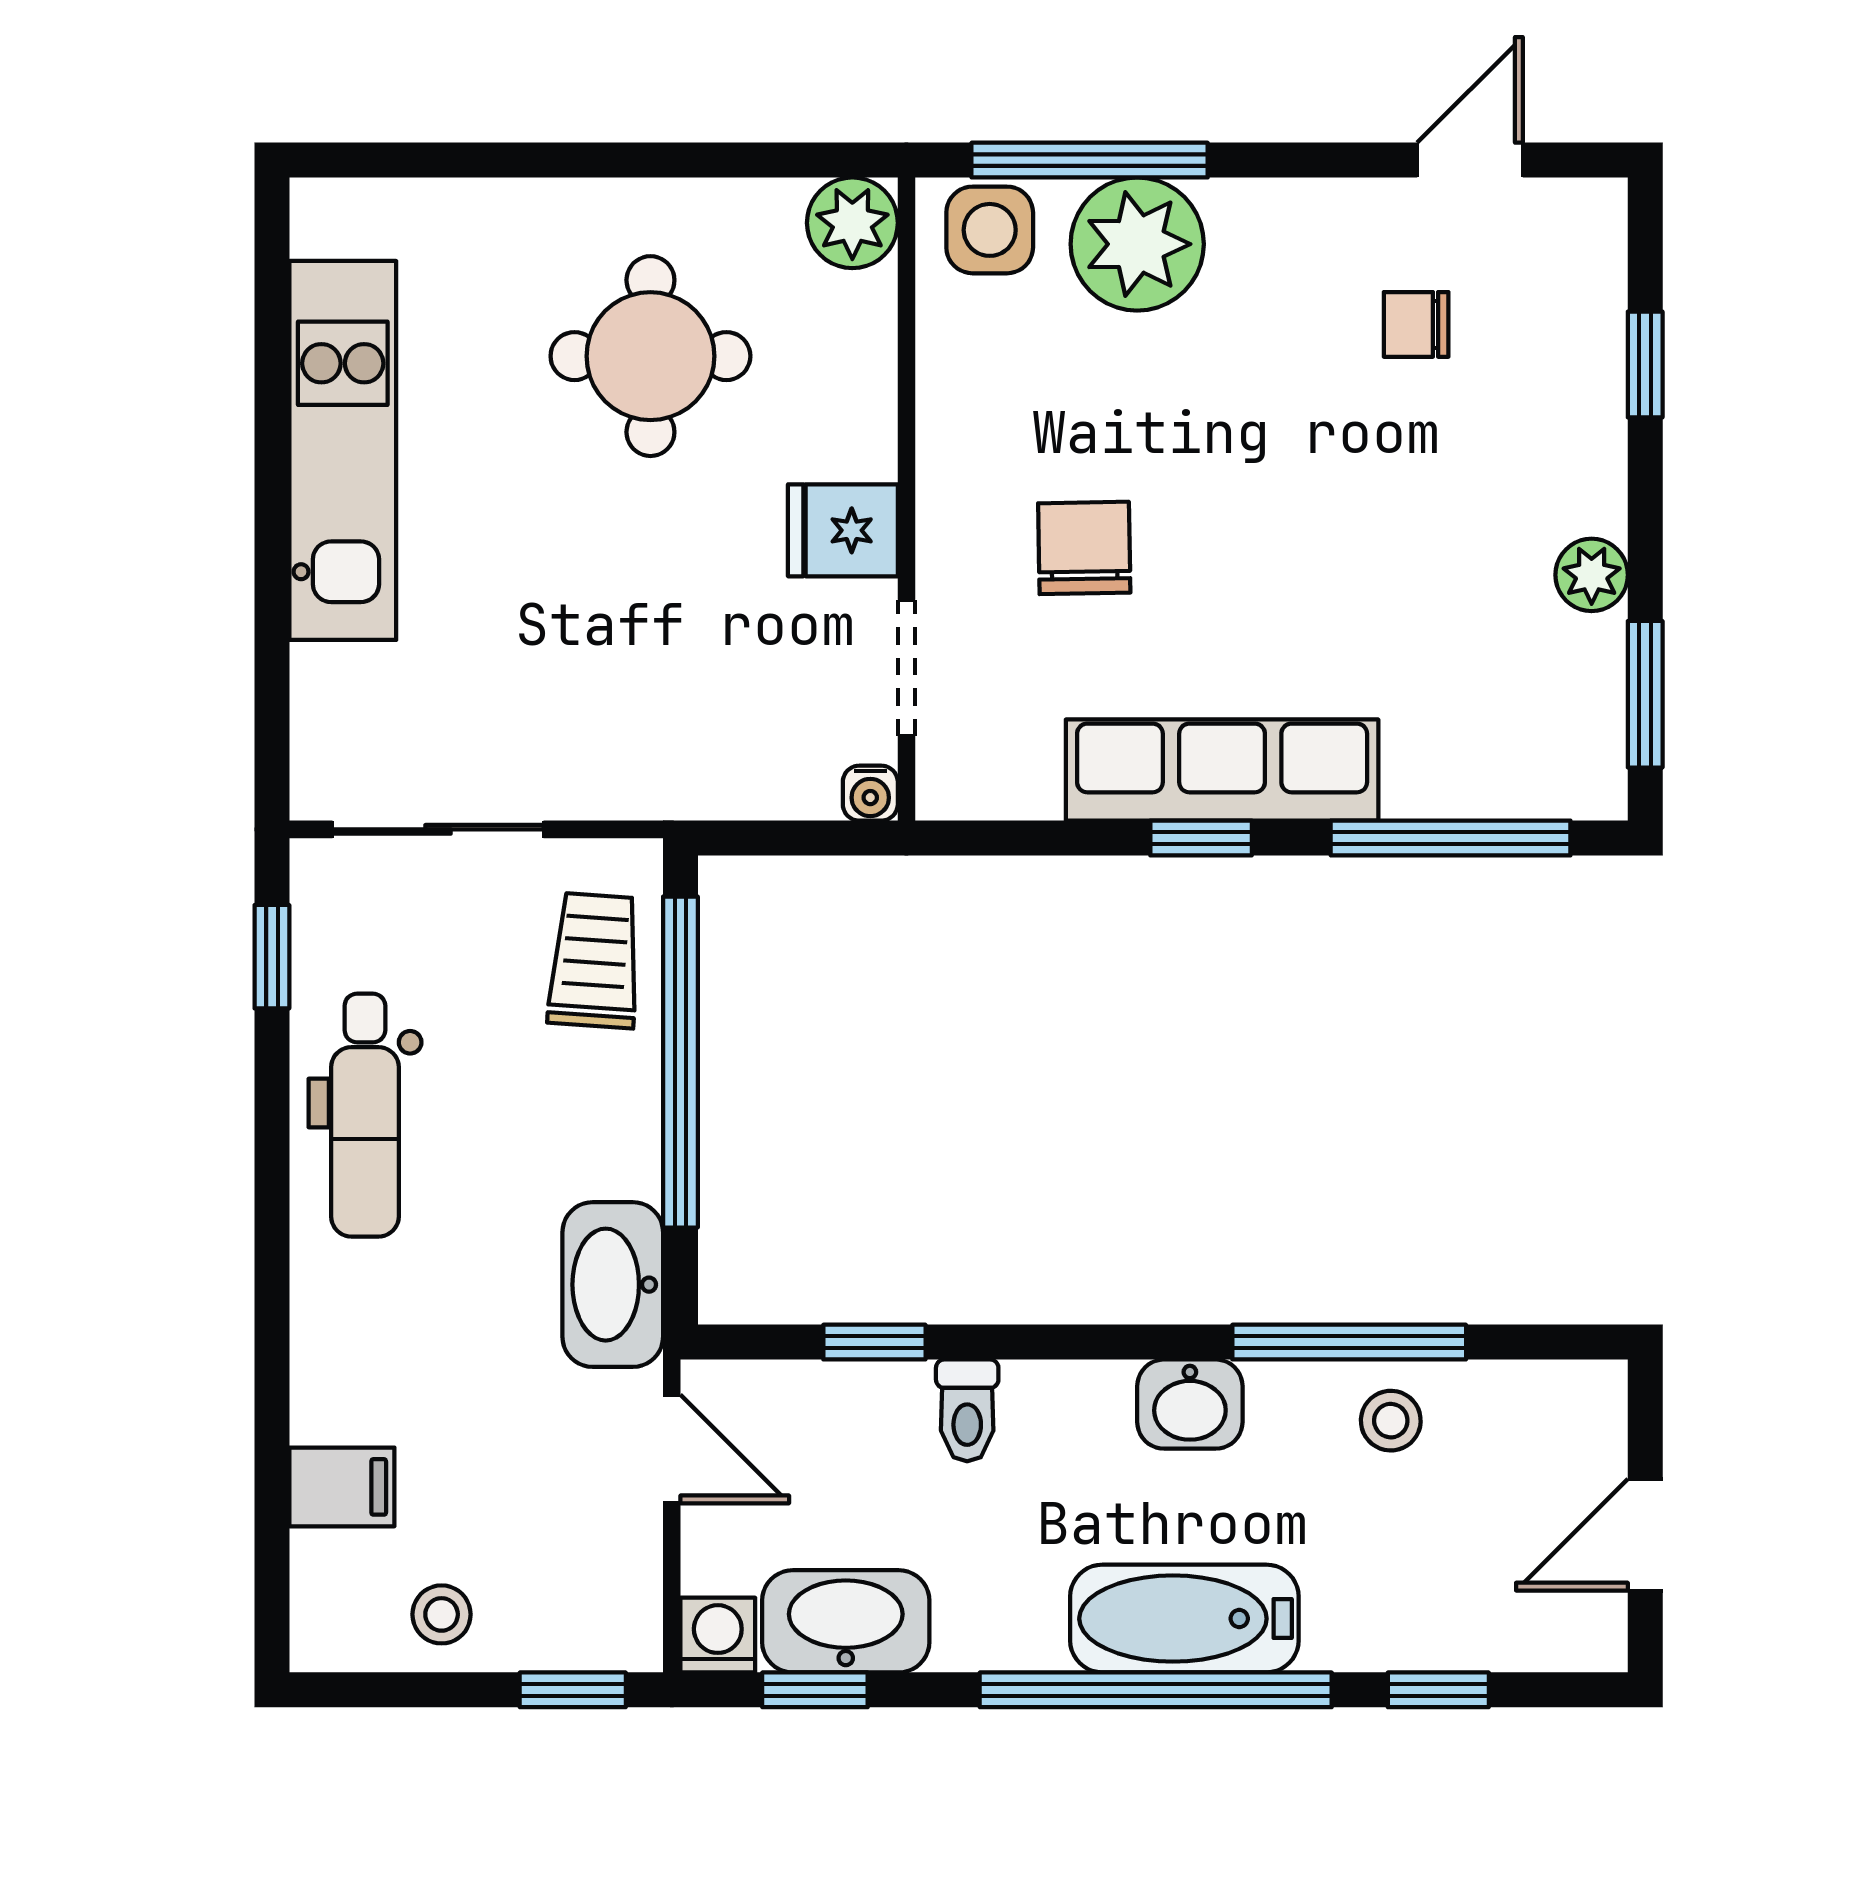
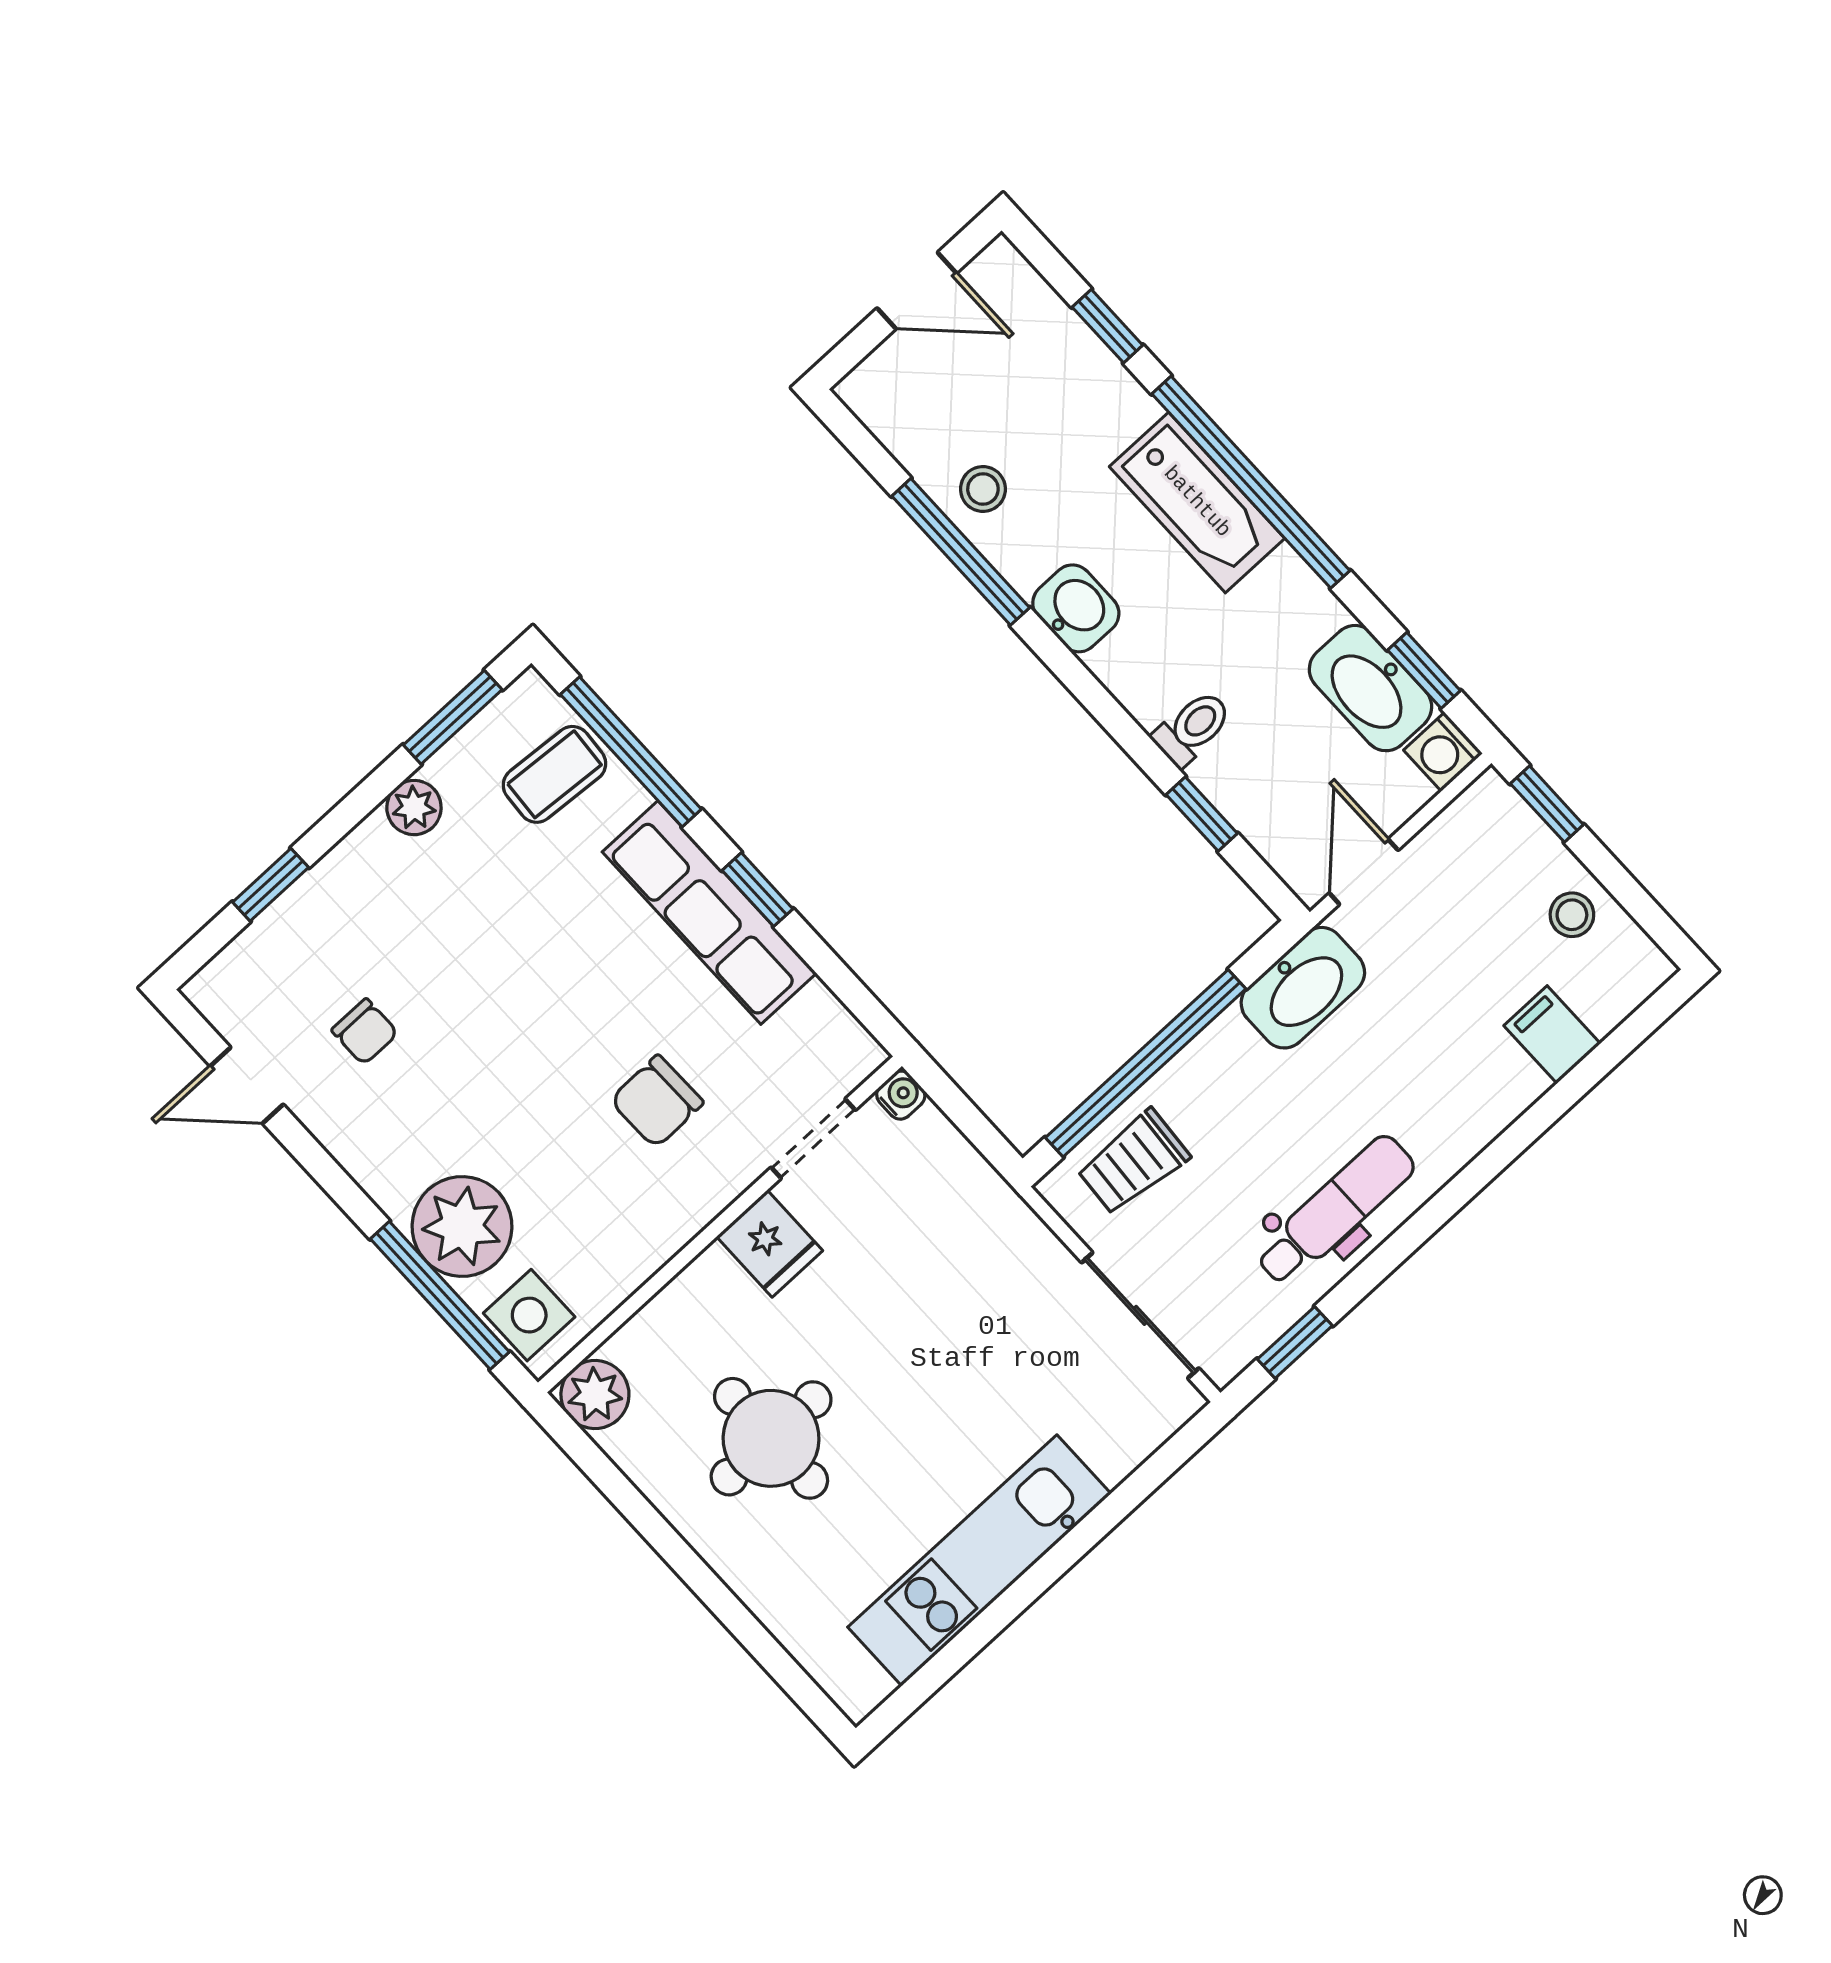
coffee table: (1497, 743) -> (554, 774), added

